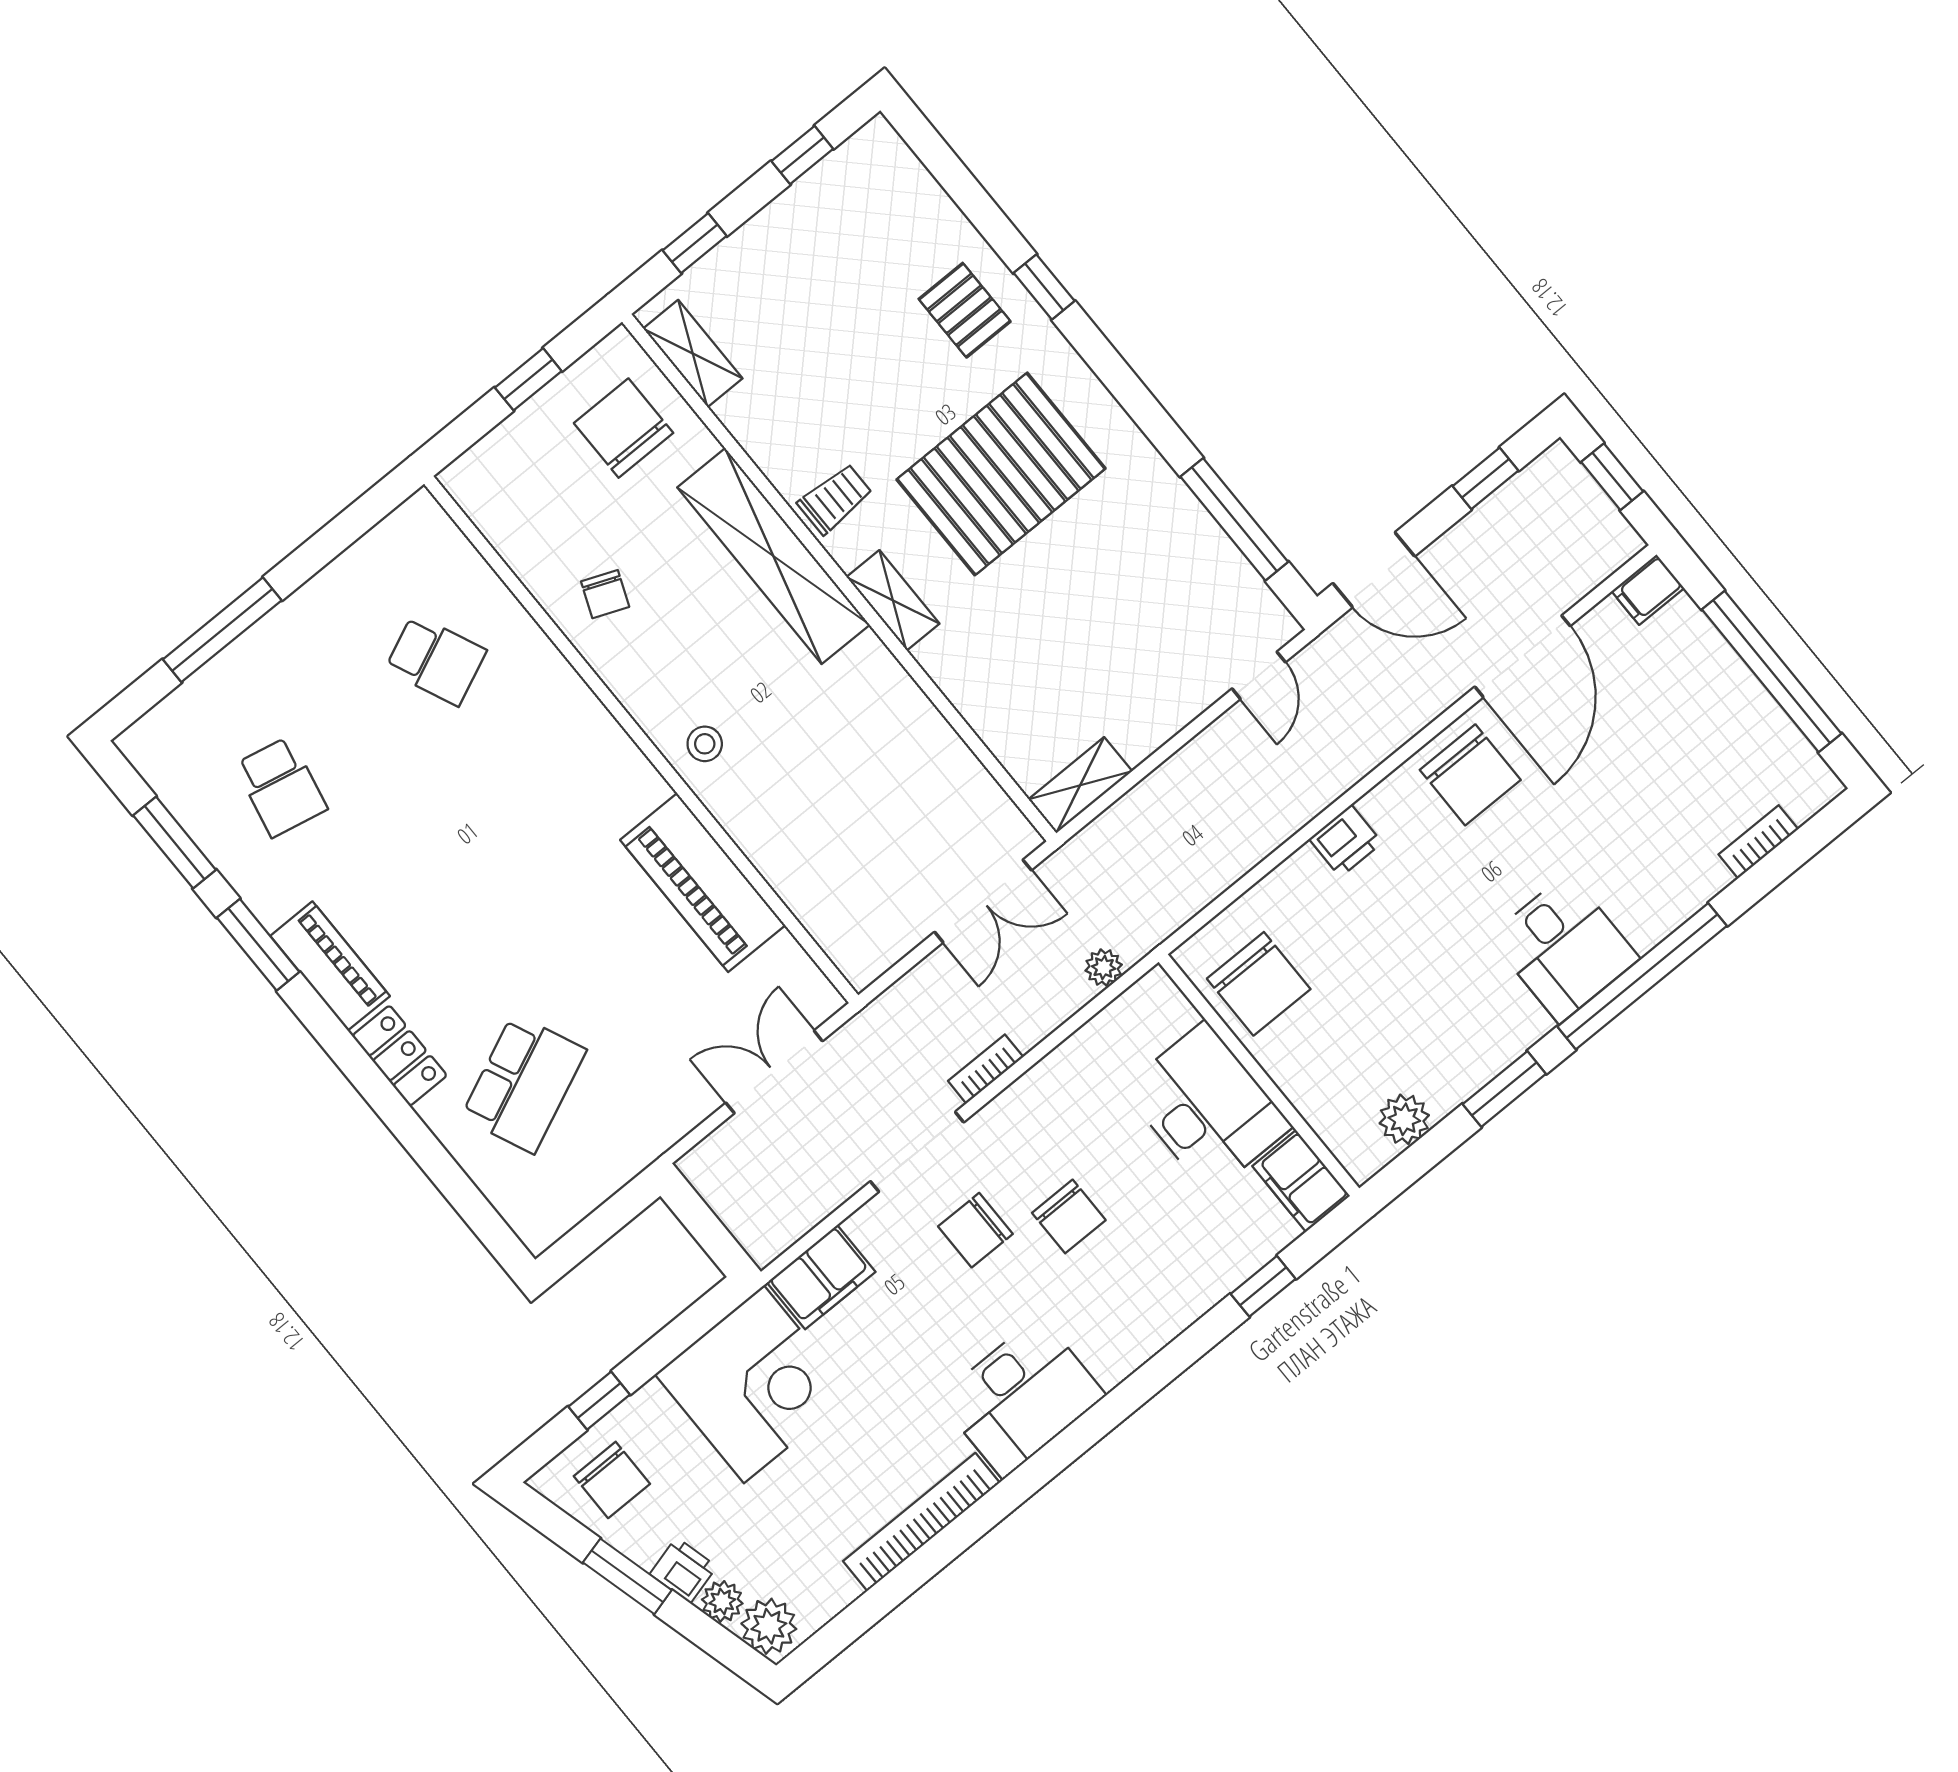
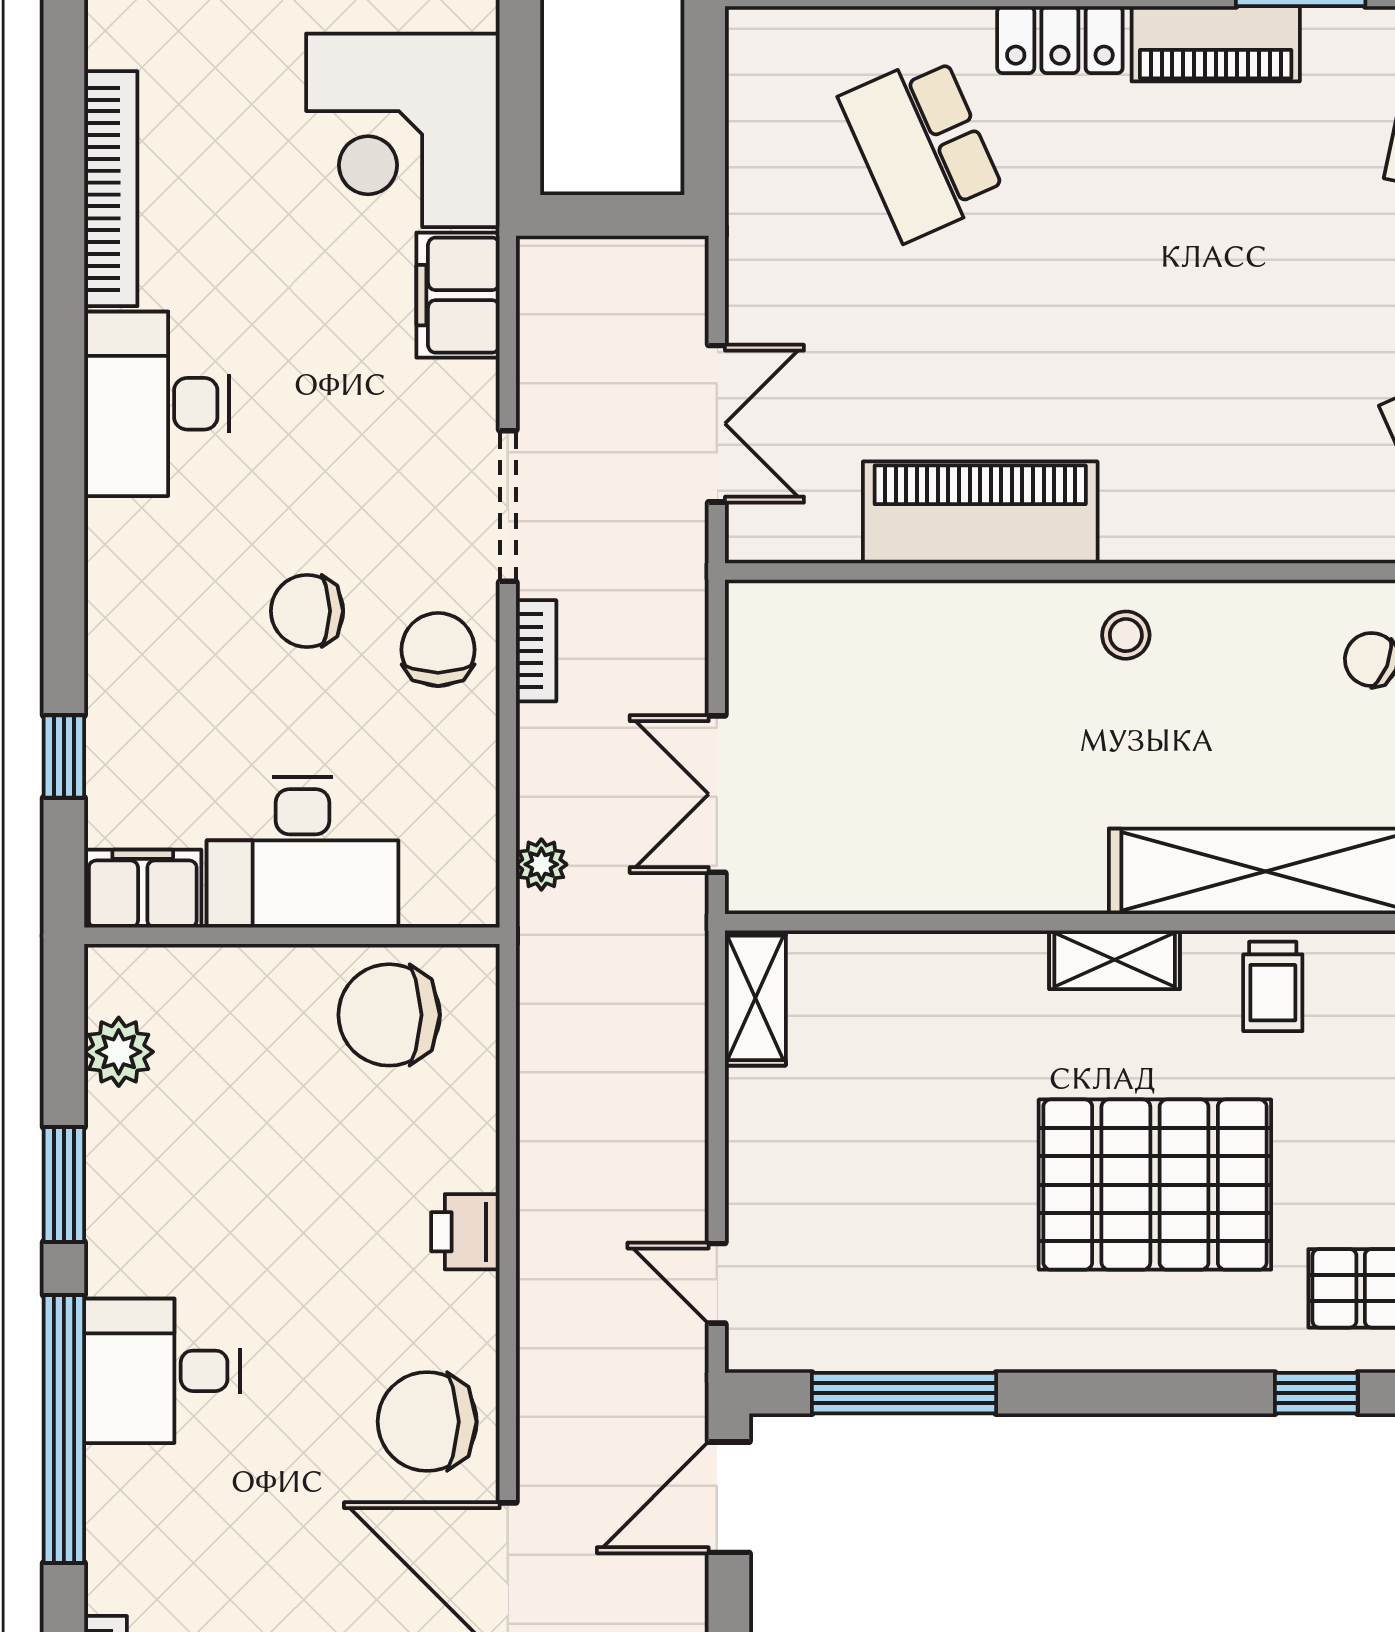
pallet: (1001, 474) -> (1155, 1185), turned 90
chair: (975, 1230) -> (438, 650), moved

